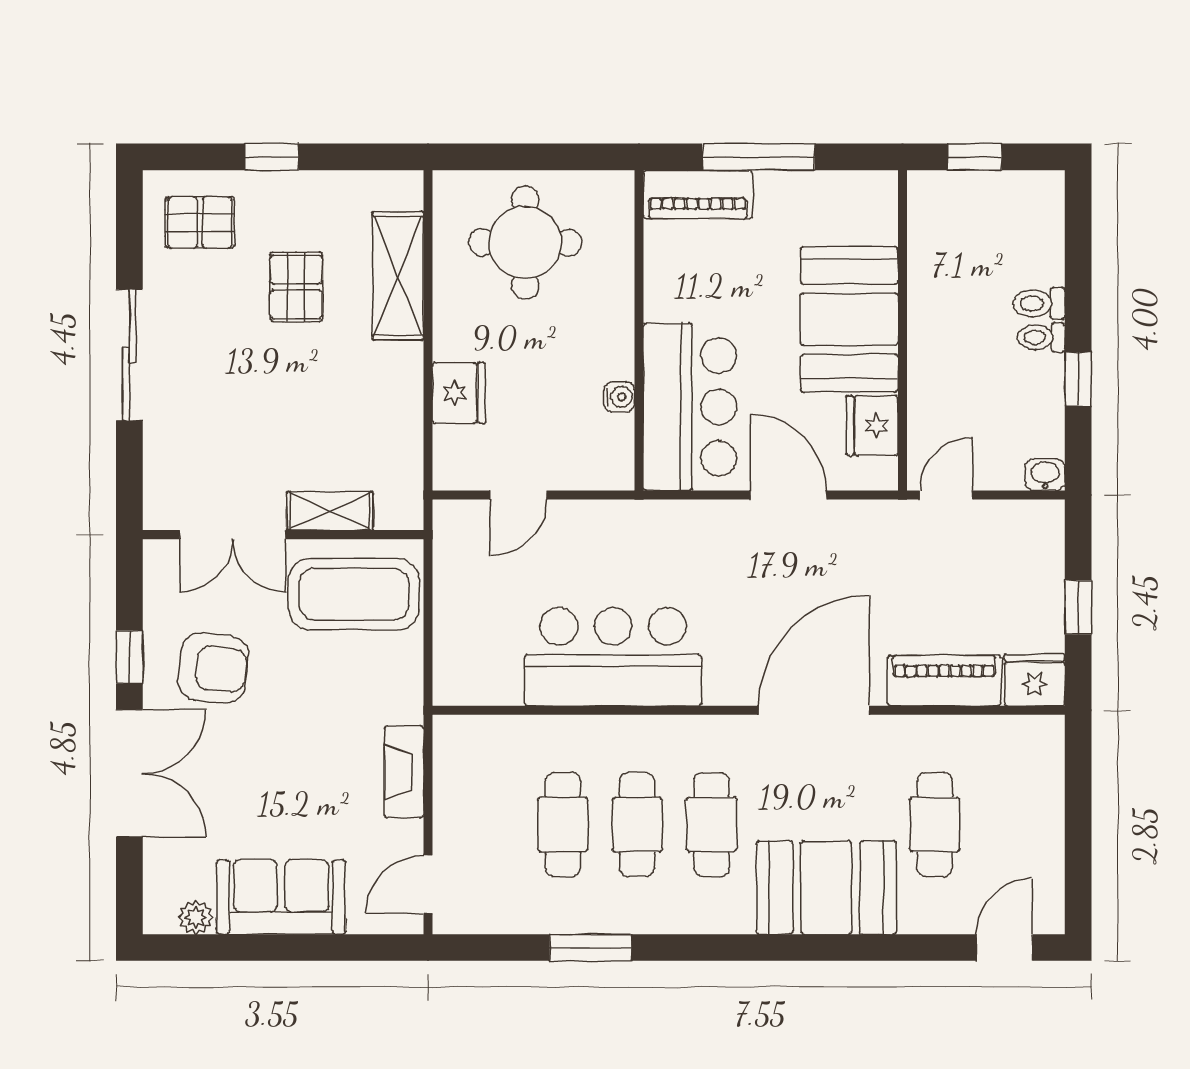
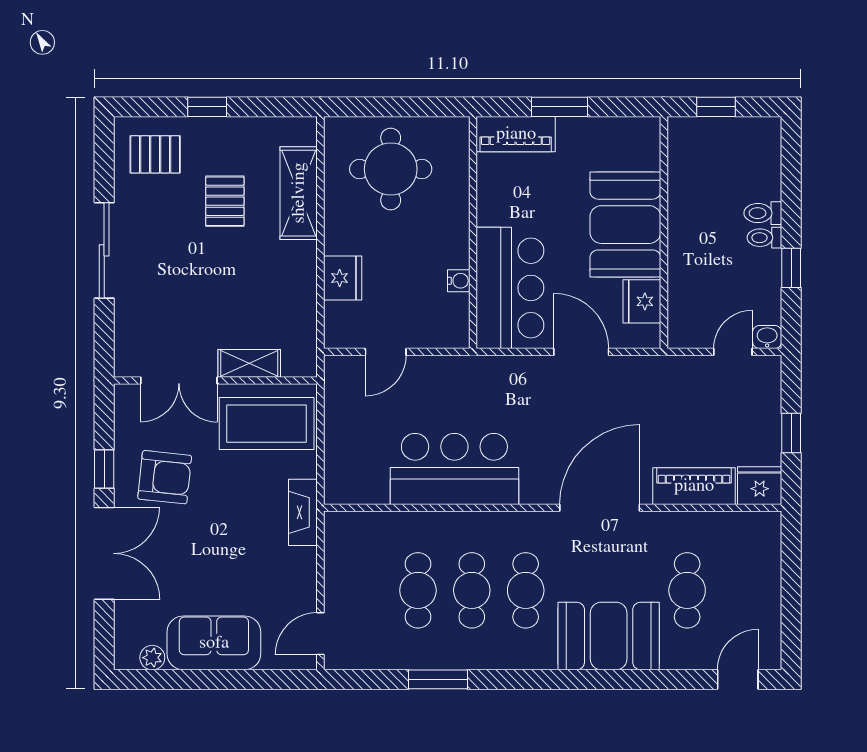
window: (758, 157) -> (560, 107), width x0.69
door: (946, 495) -> (733, 352), moved
fireplace: (404, 772) -> (303, 512), moved

